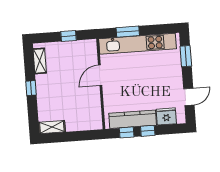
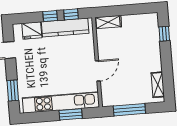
window: (69, 36) -> (129, 110), width x2.17
window: (31, 88) -> (164, 34), moved
shelving: (52, 127) -> (108, 22), moved

